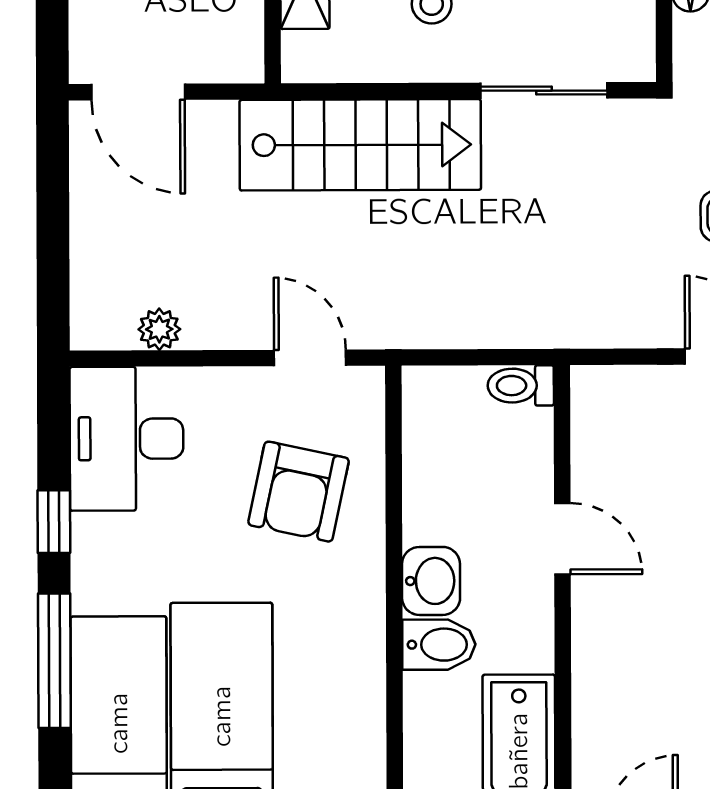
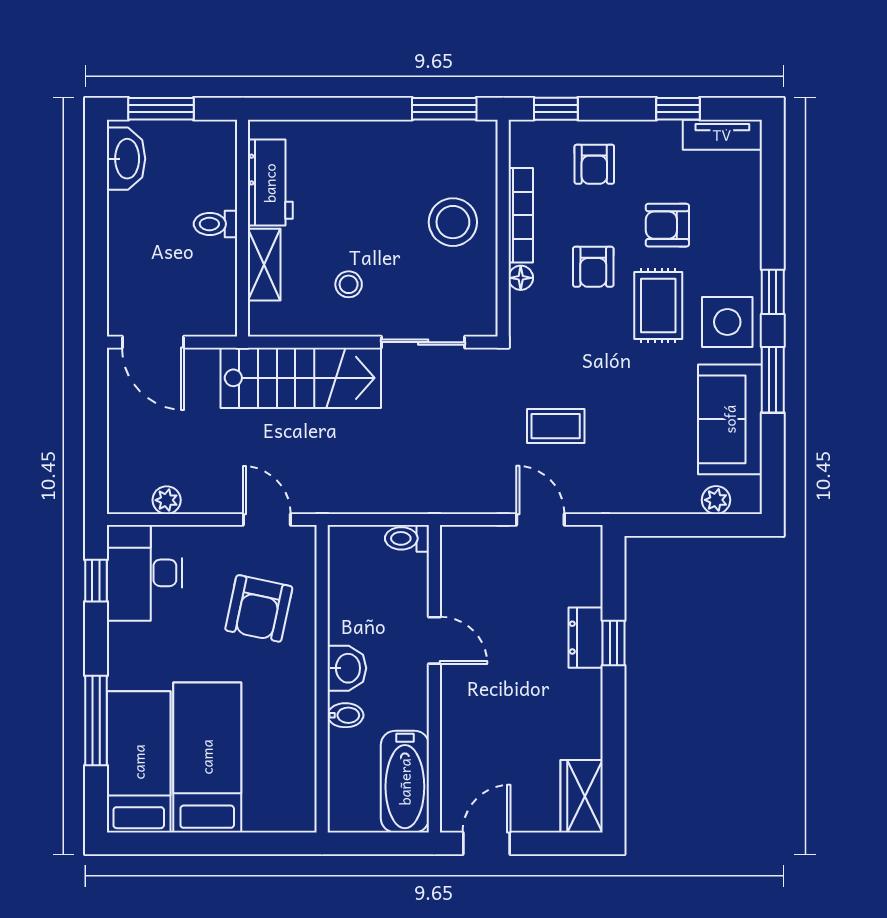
window: (54, 522) -> (96, 581), moved
bidet: (439, 645) -> (345, 715), width x0.72, depth x0.74

